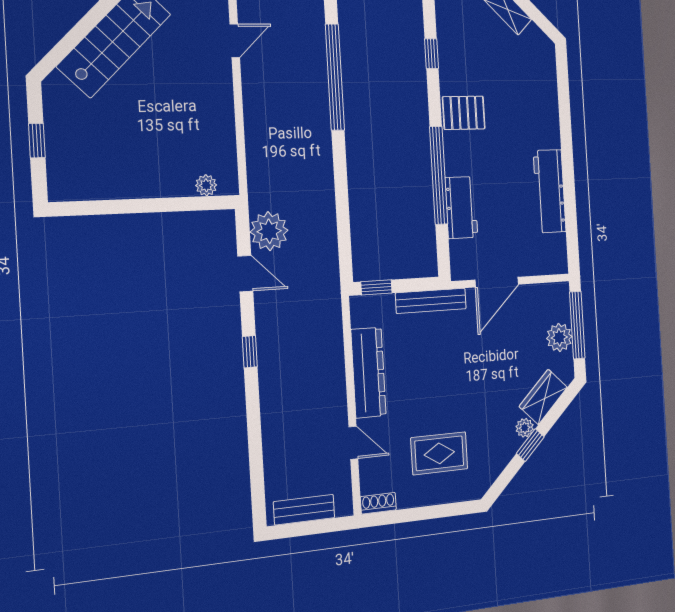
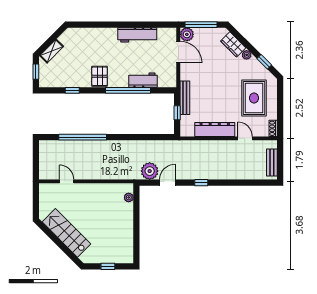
door: (497, 282) -> (178, 52), moved
window: (376, 287) -> (177, 113), moved
plant: (559, 337) -> (187, 34), moved
door: (353, 443) -> (245, 138), hinge flipped
window: (530, 445) -> (264, 62), moved
rug: (439, 453) -> (254, 98), width x1.36, depth x1.43

